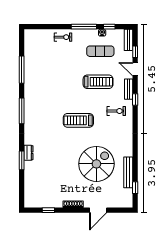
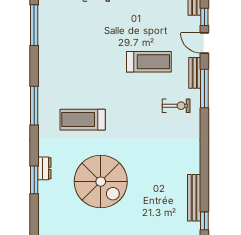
exercise mat: (100, 51) -> (152, 16), removed
window: (22, 70) -> (34, 25), moved
window: (135, 99) -> (204, 88), width x2.17
treadmill: (78, 120) -> (83, 120), moved
spiral stairs: (96, 164) -> (101, 182), moved, turned 90

